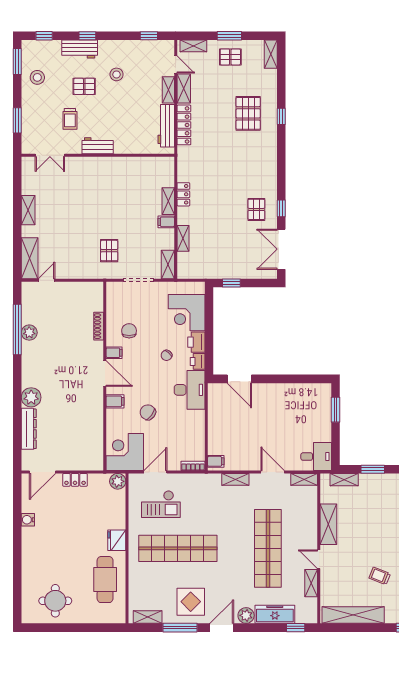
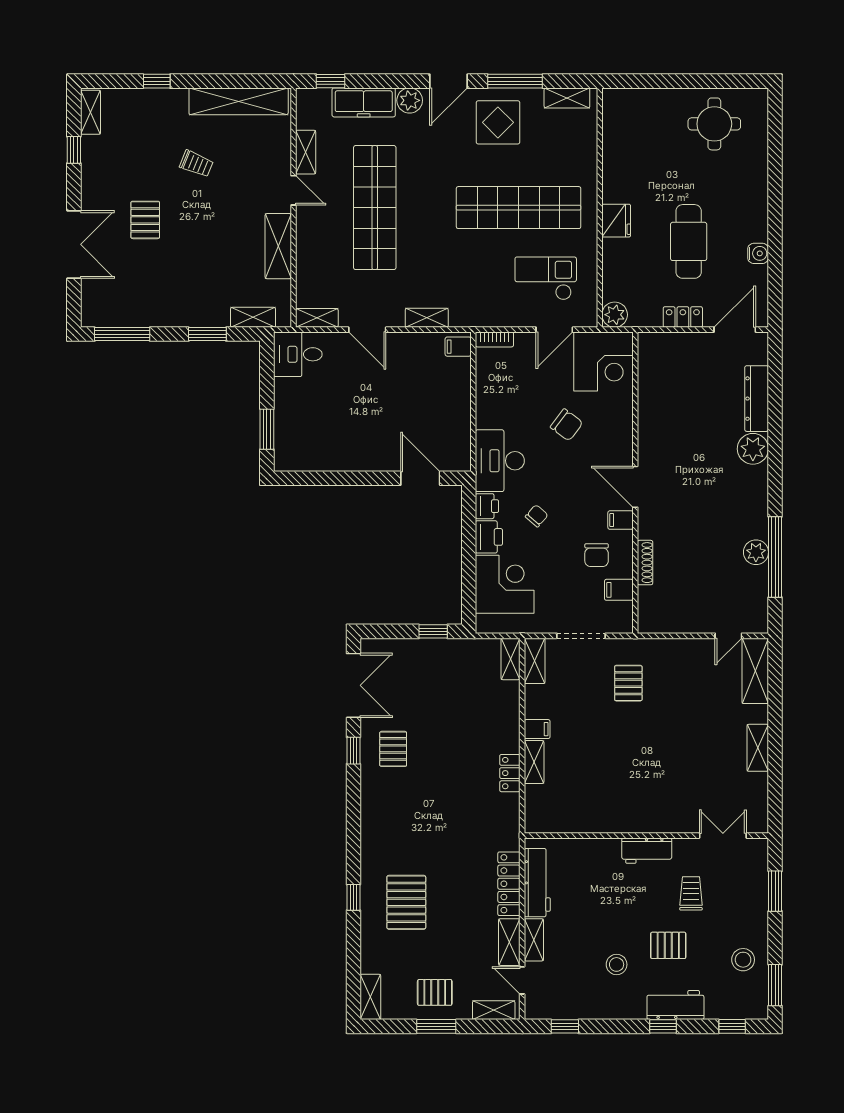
shelving: (183, 238) -> (510, 659), moved
filing cabinet: (115, 401) -> (619, 590), moved
cafe table: (105, 580) -> (689, 241), moved

